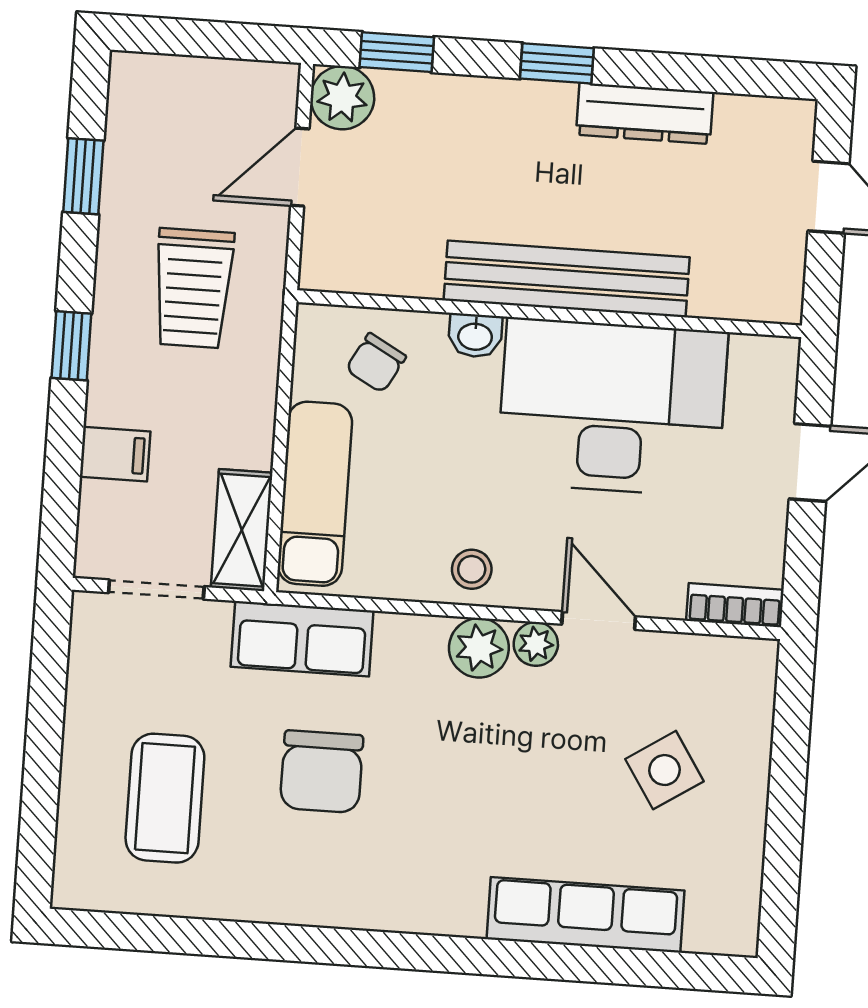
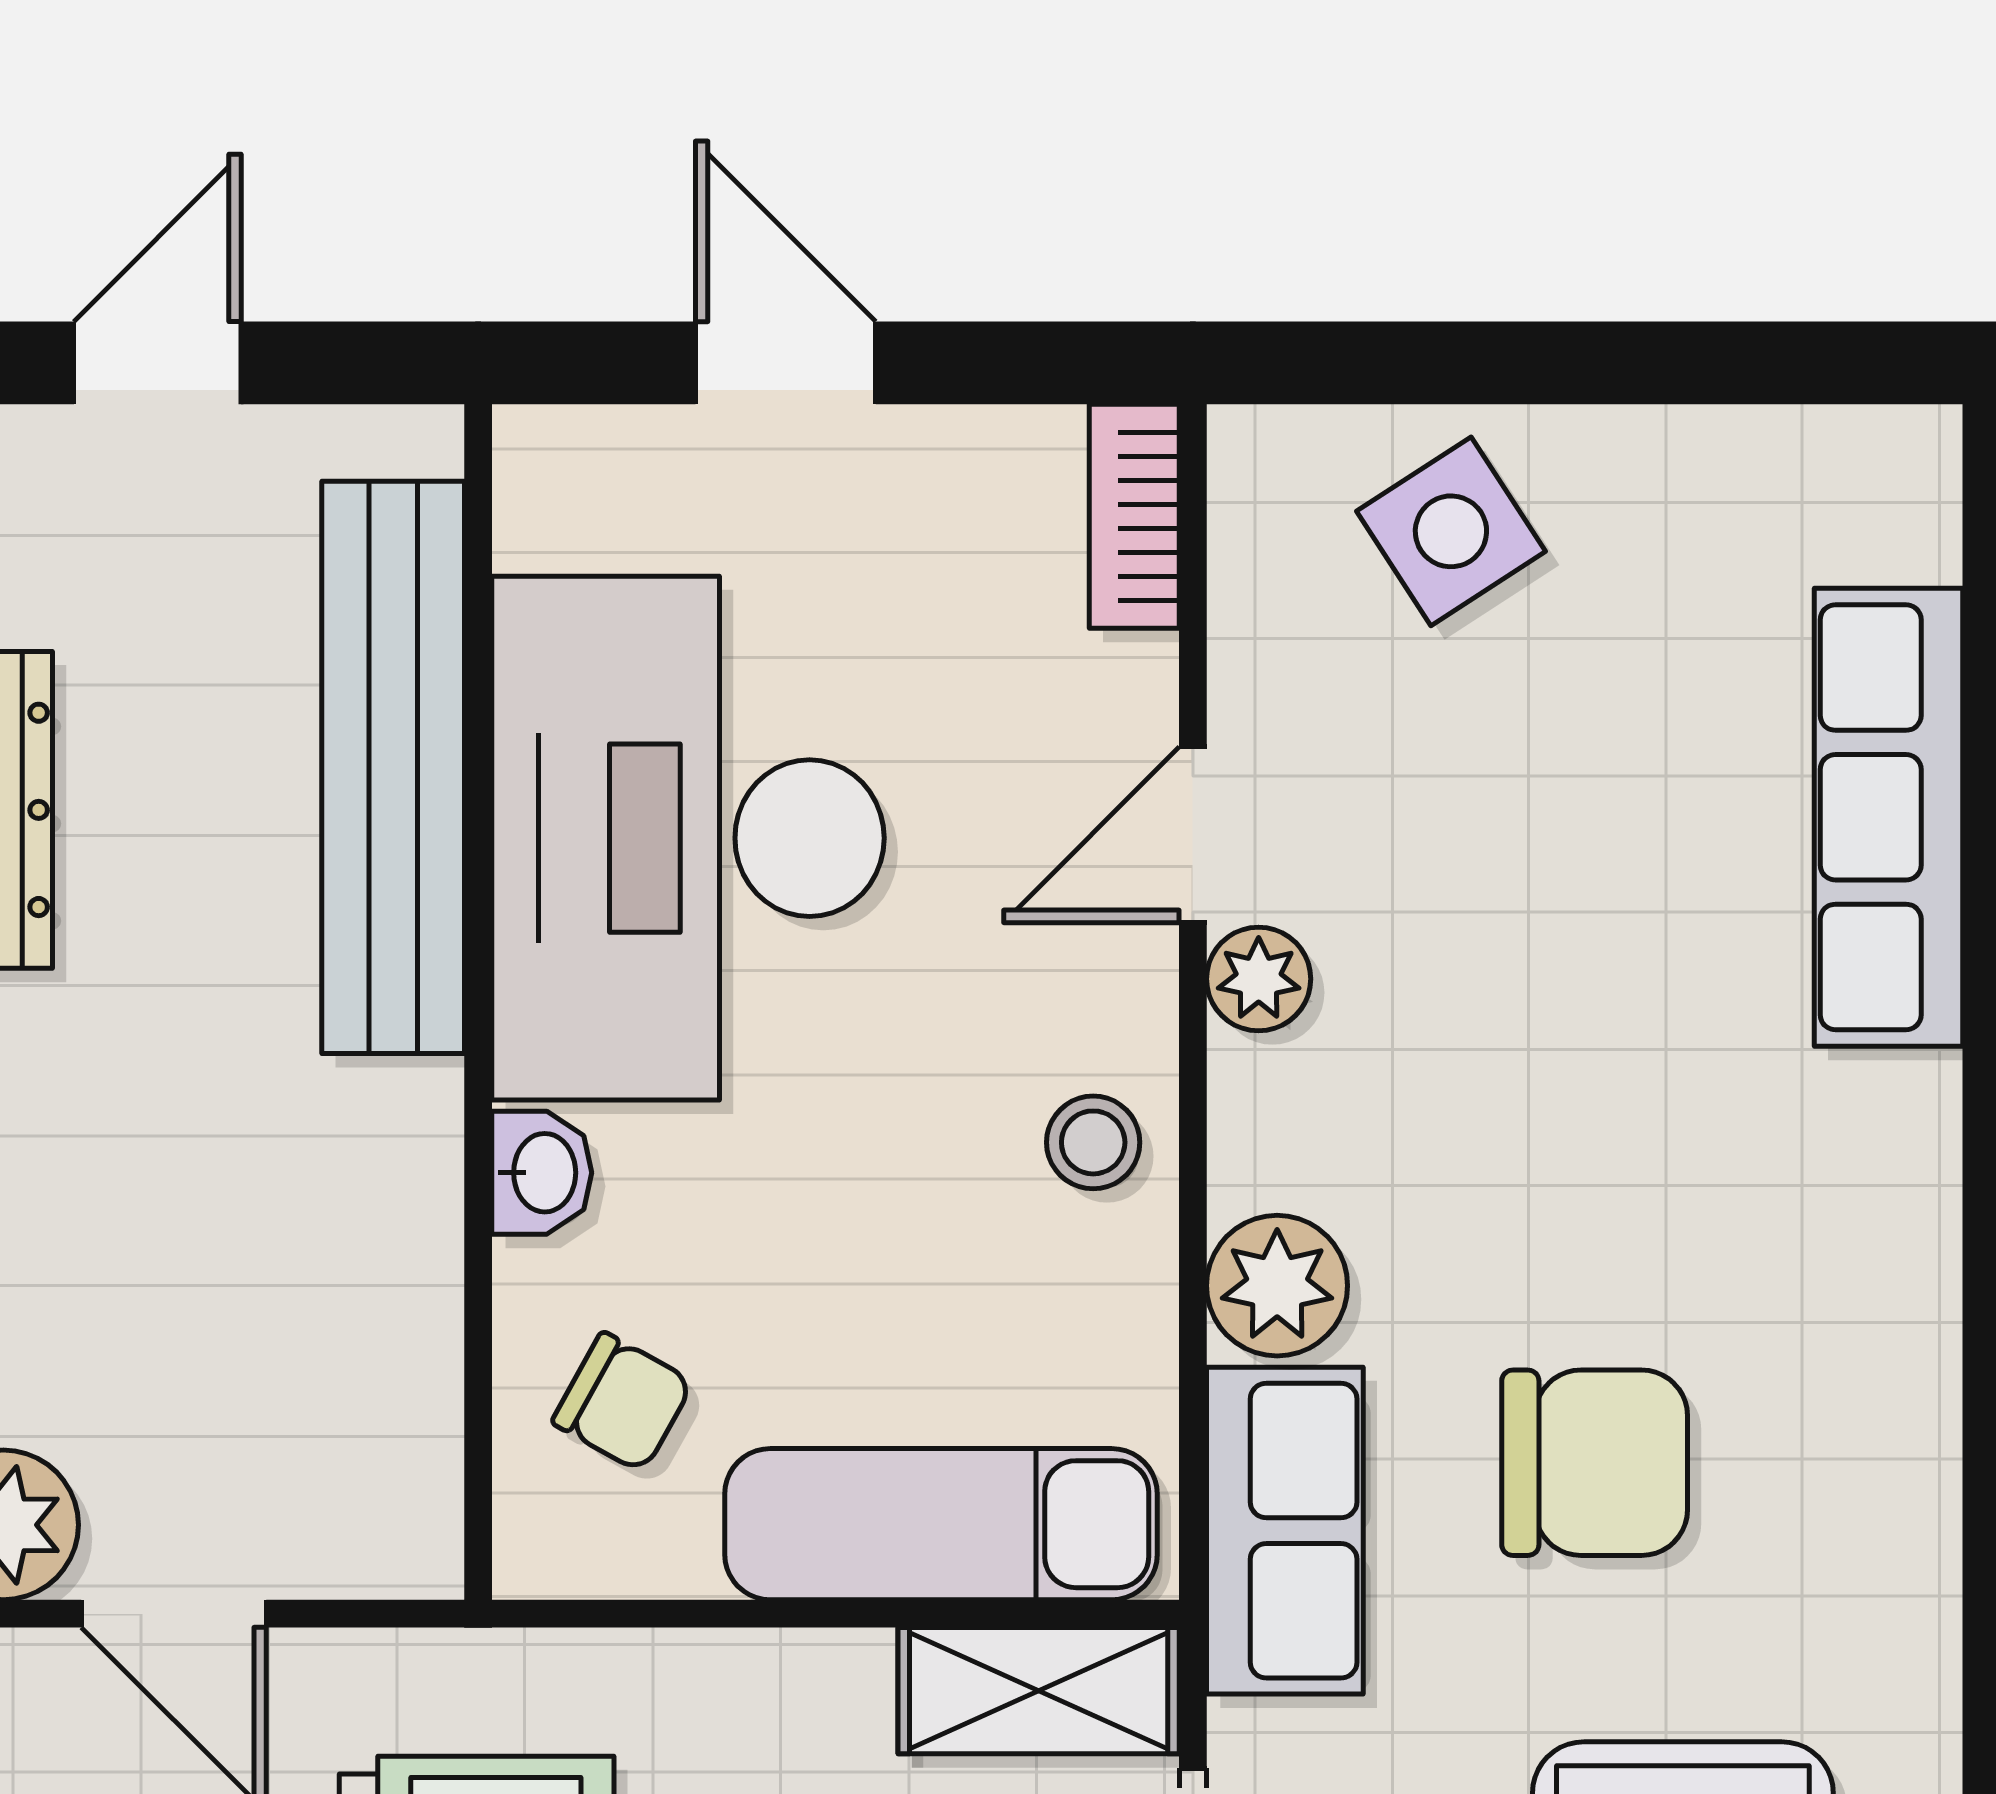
bench: (567, 279) -> (393, 767), moved
plant: (479, 648) -> (1277, 1286), moved
side table: (665, 770) -> (1451, 531), moved

